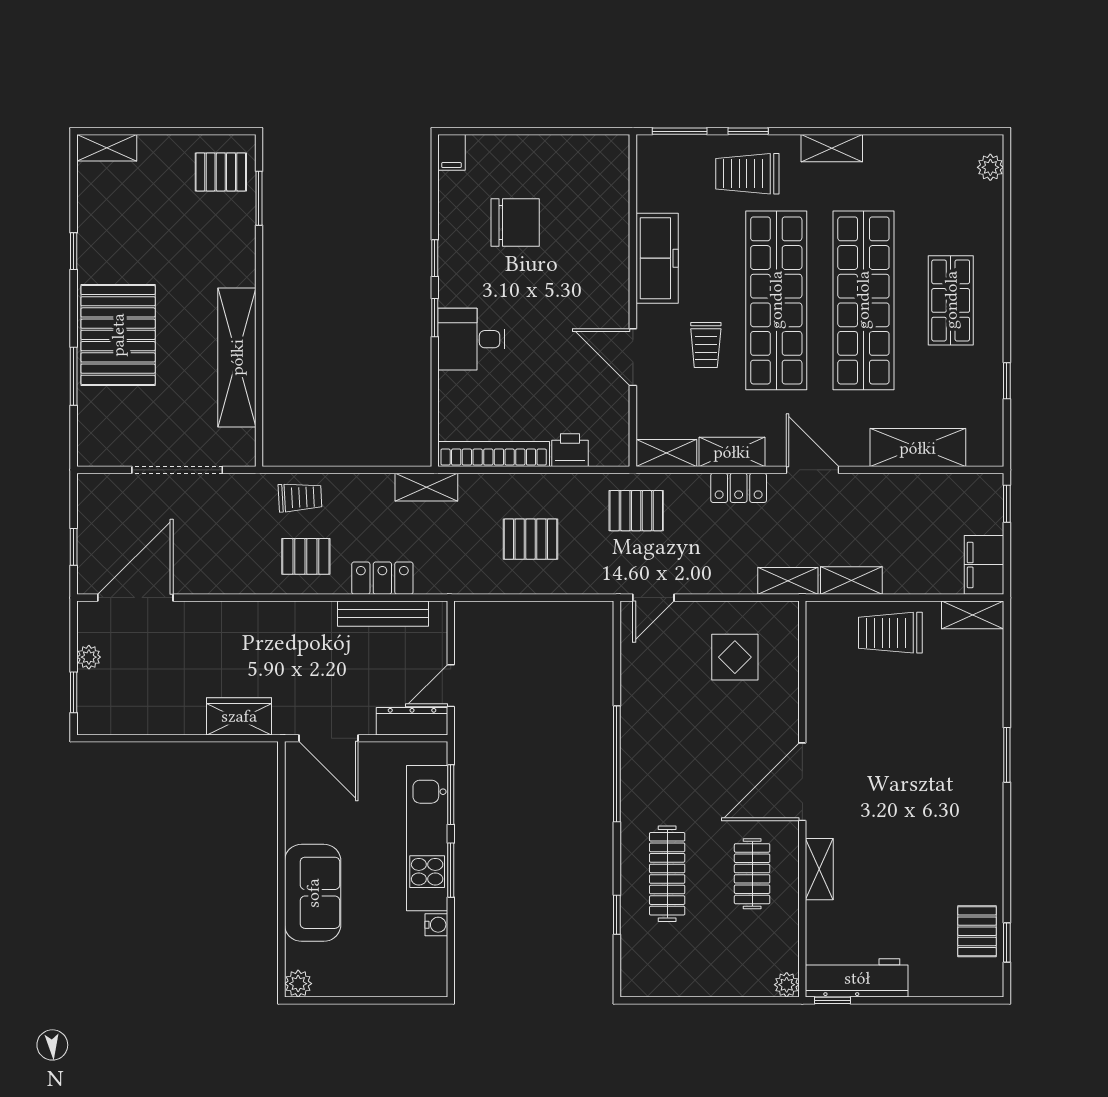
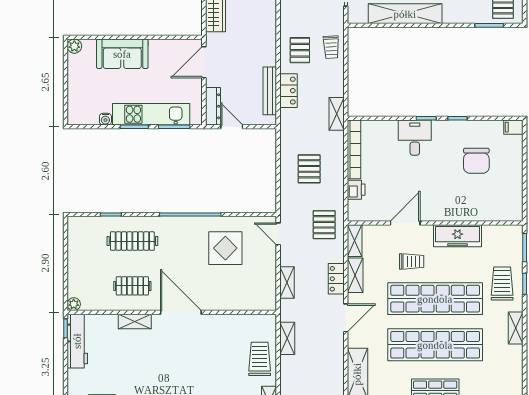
trolley: (706, 345) -> (412, 261), turned 180
shelving: (788, 581) -> (287, 283), moved
display table: (735, 657) -> (225, 248), moved, width x1.36, depth x1.36

